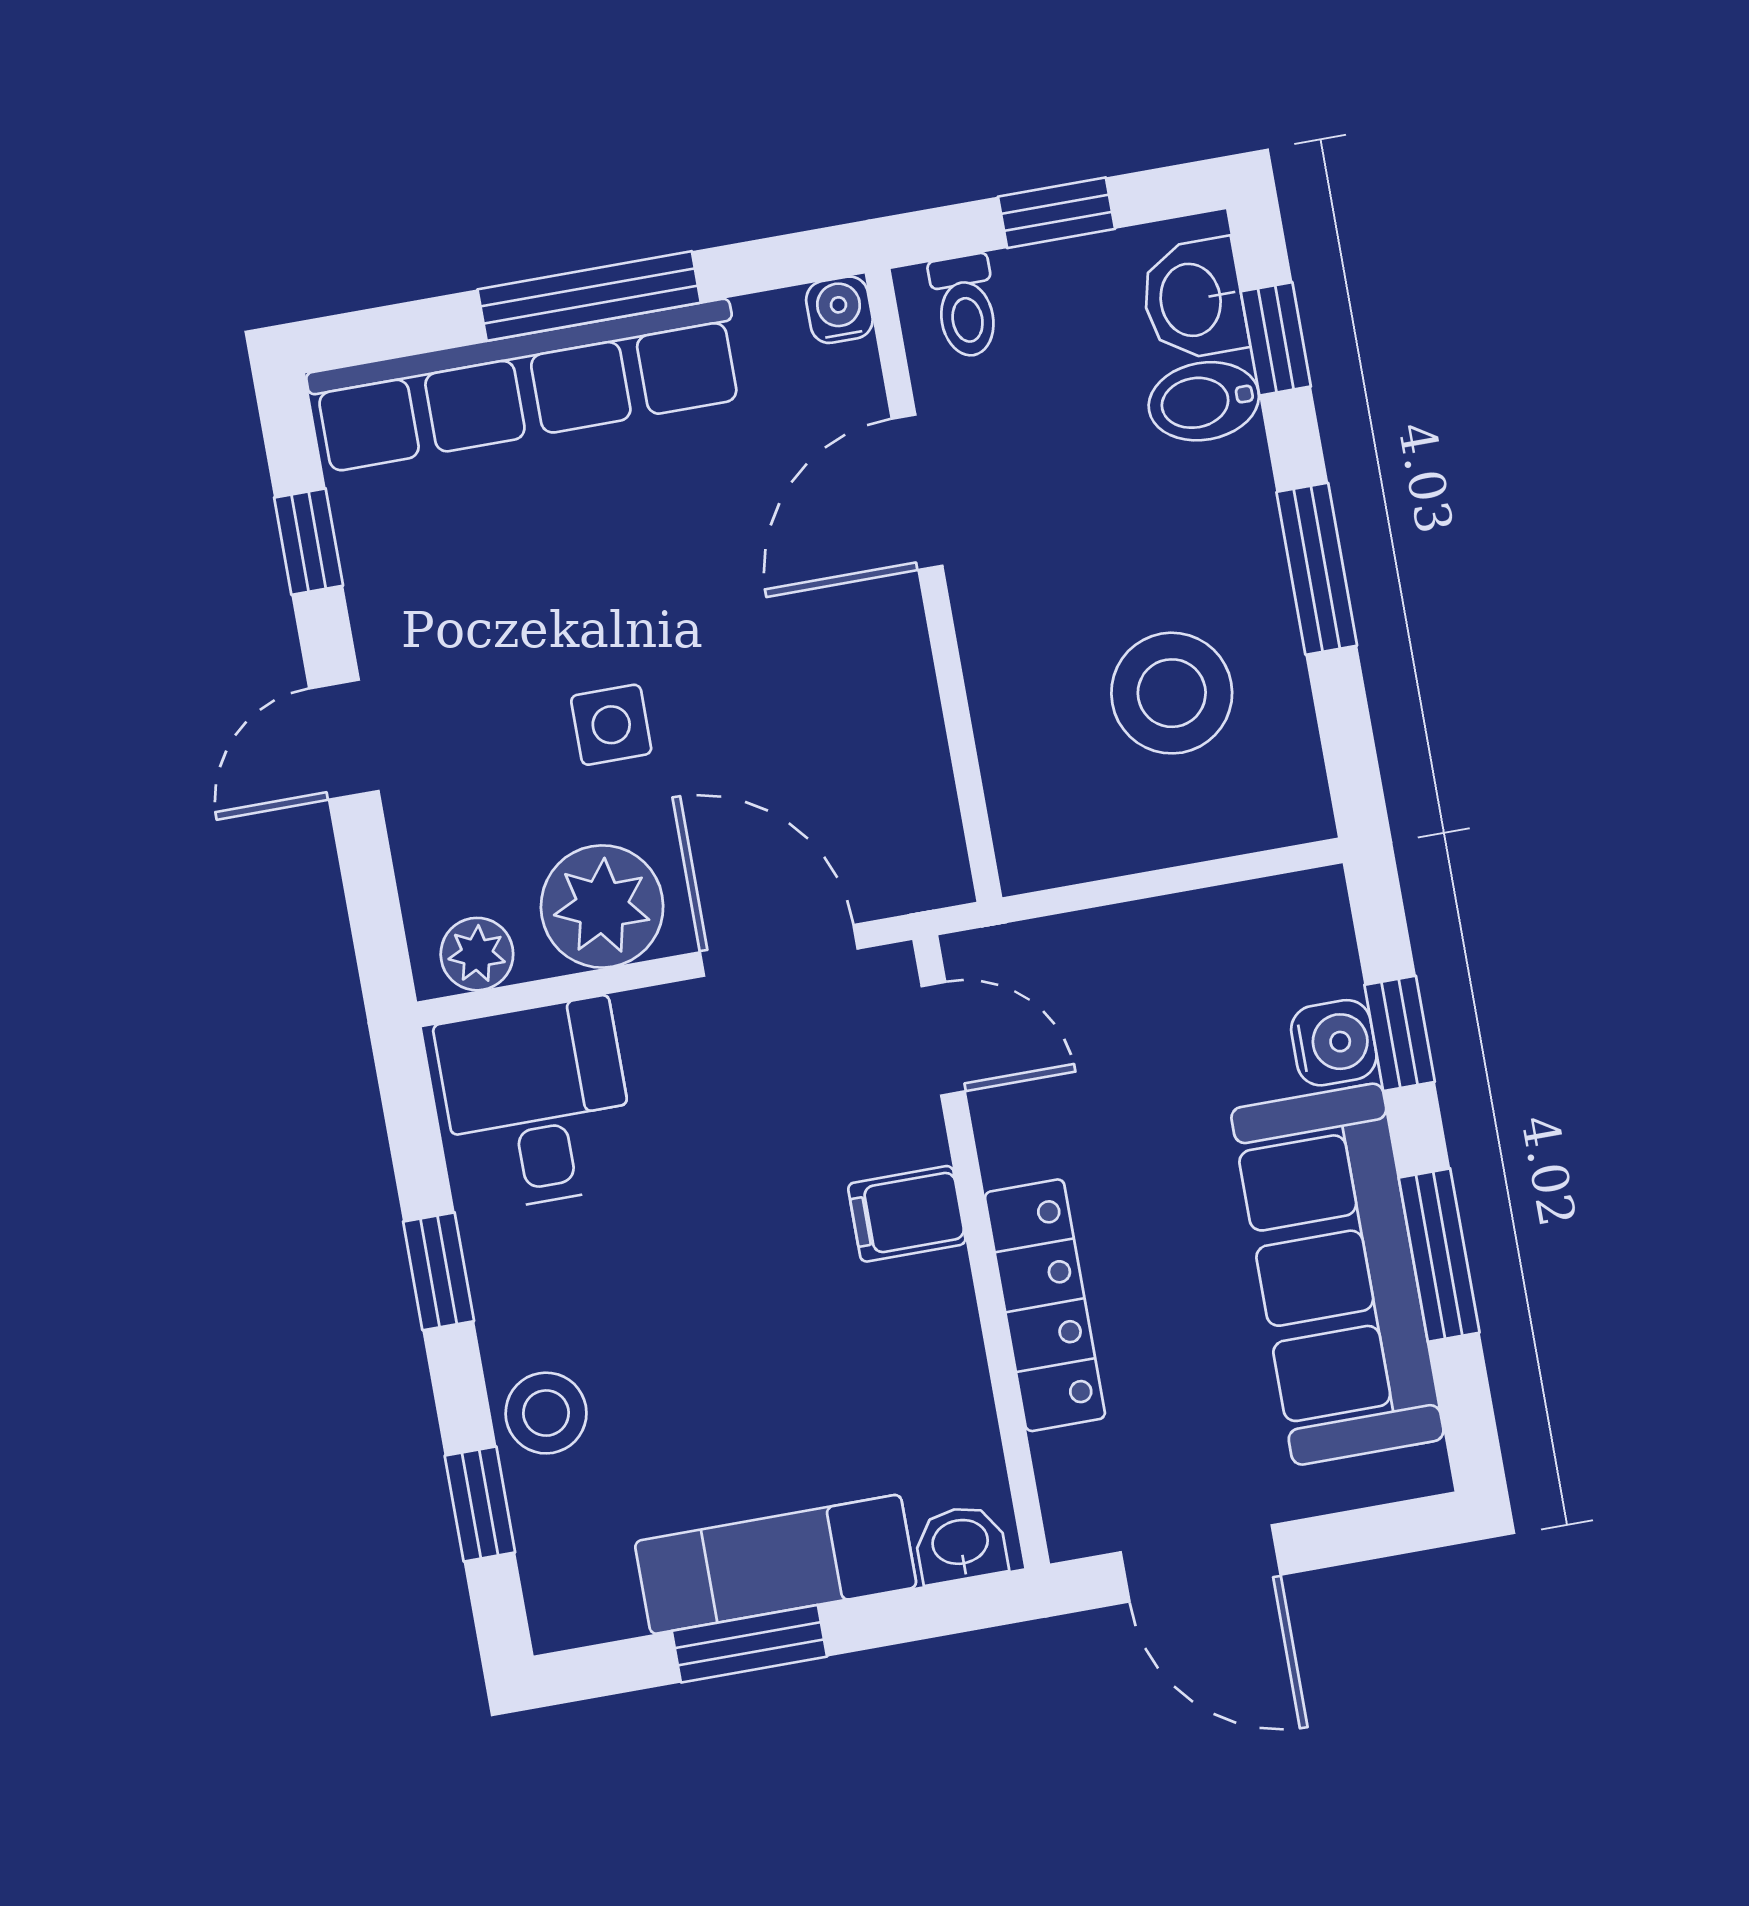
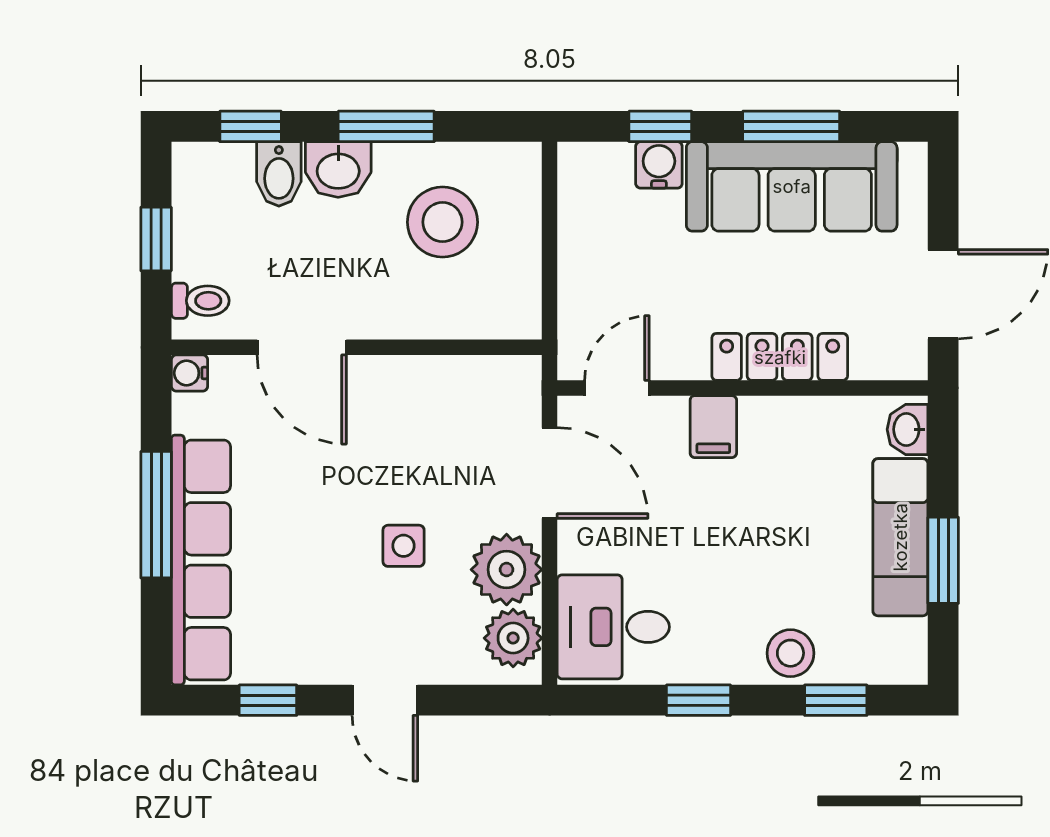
washbasin: (1193, 299) -> (338, 169), moved
door: (779, 950) -> (550, 473), swing flipped
plant: (477, 954) -> (513, 638), width x1.38, depth x1.38

